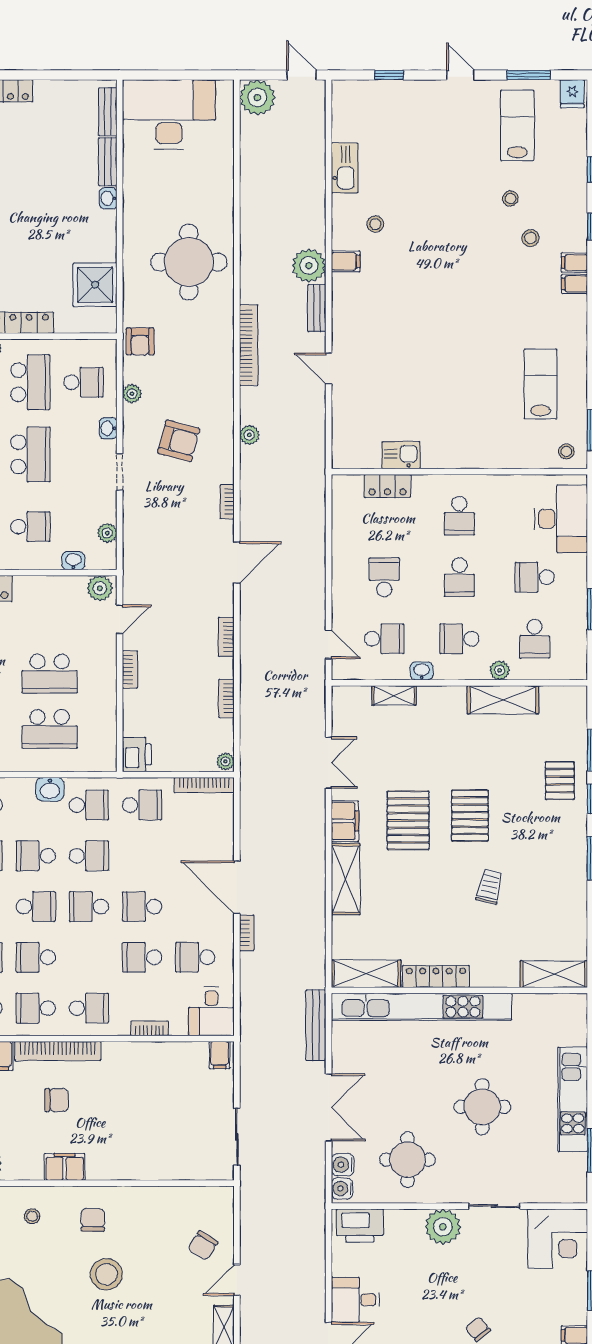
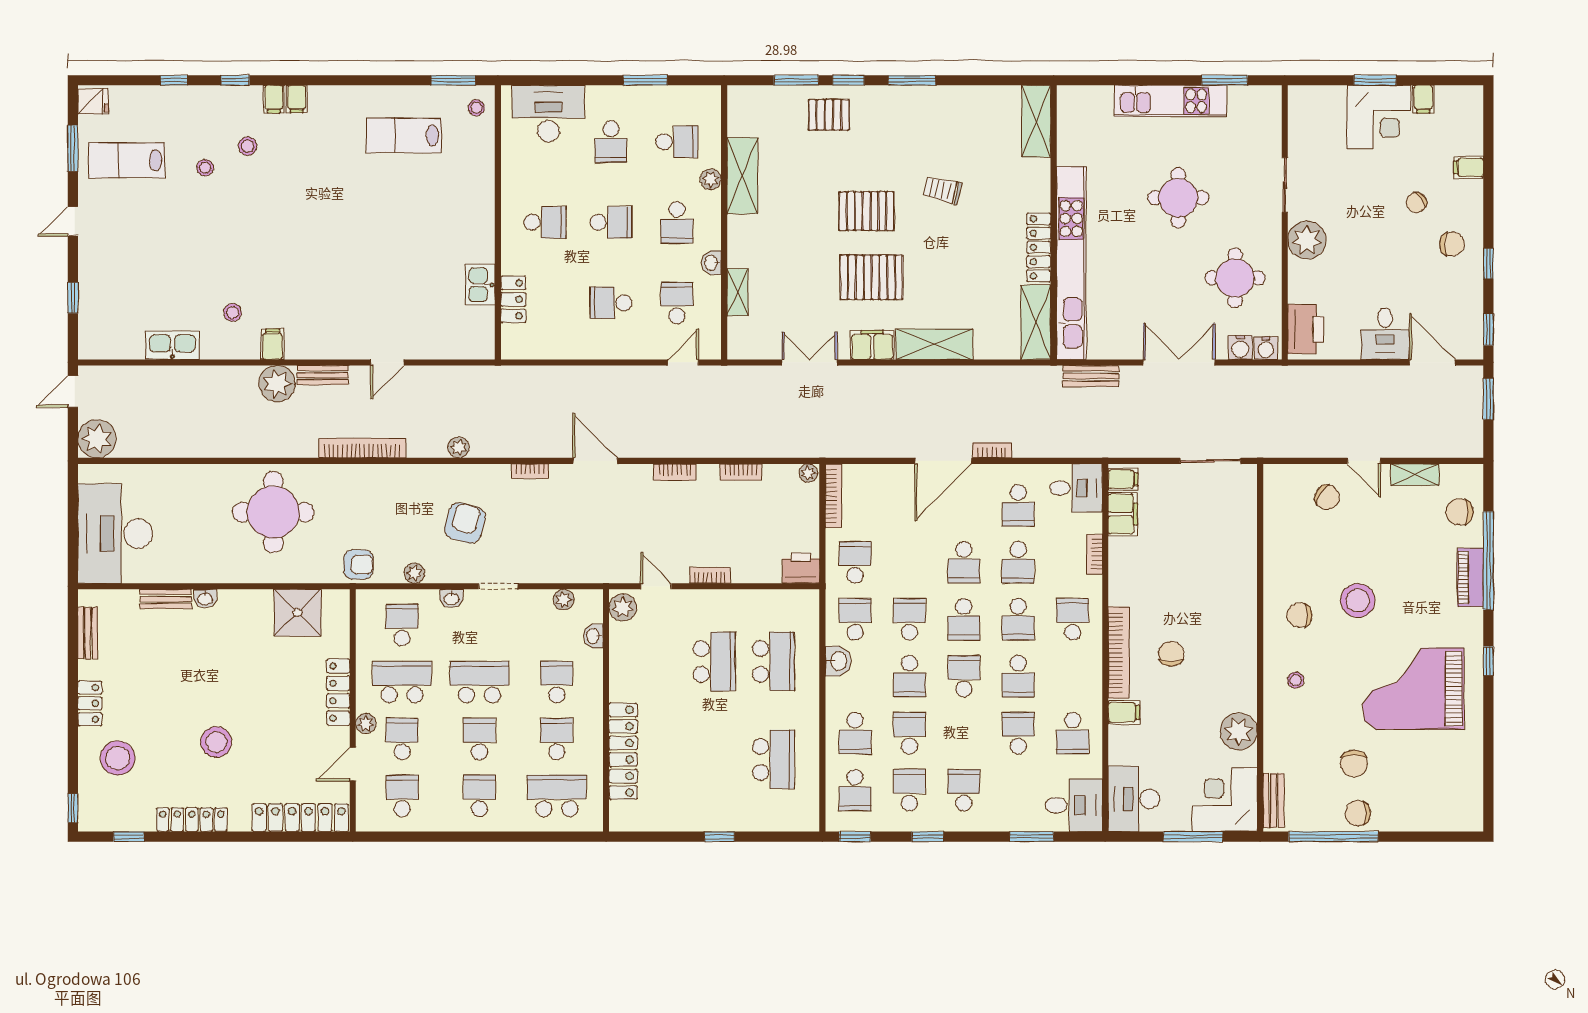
bench: (108, 112) -> (88, 633), moved, turned 90
school desk: (36, 1008) -> (1018, 619), moved
bench: (316, 1025) -> (1091, 376), width x0.73
filing cabinet: (65, 1167) -> (1123, 514), moved, turned 180
corner desk: (558, 1239) -> (1379, 117), moved, turned 90

